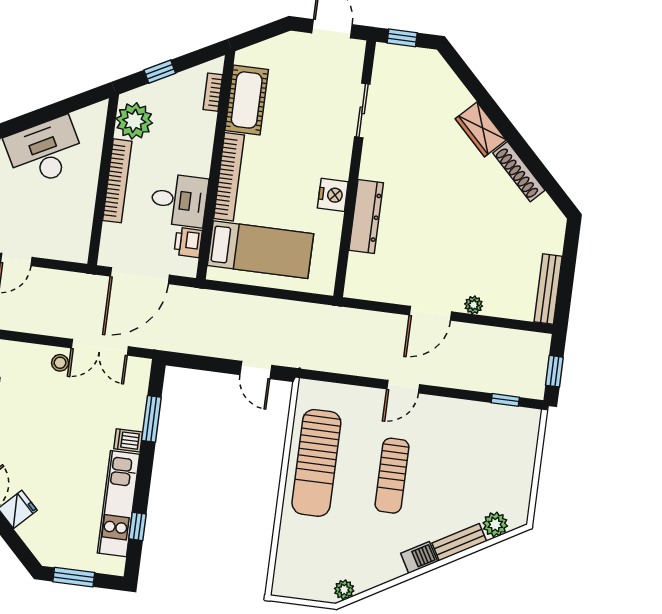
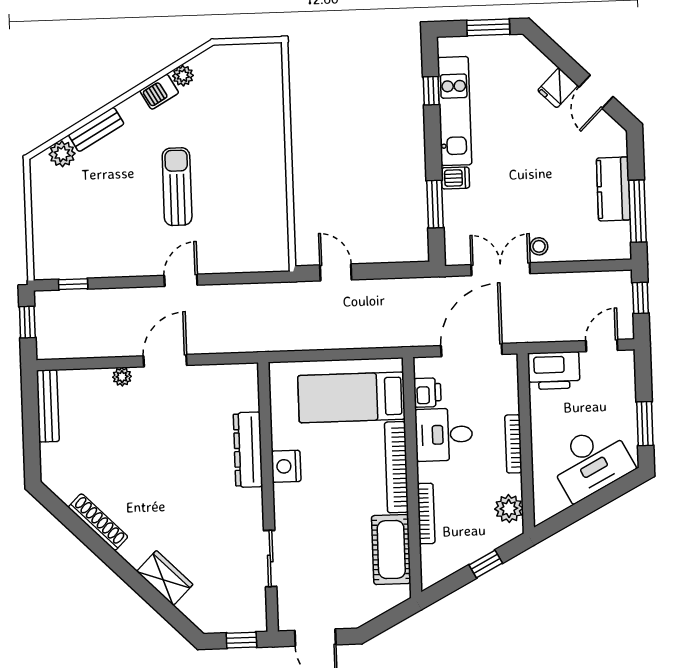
bookcase: (213, 92) -> (426, 513), moved, width x1.56
plant: (134, 121) -> (509, 509), width x0.73, depth x0.73
wardrobe: (481, 129) -> (165, 578), moved
bookcase: (117, 181) -> (513, 444), width x0.68, depth x0.76
printer: (65, 243) -> (554, 371), added
sun lounger: (316, 463) -> (257, 187), removed
barbecue: (419, 557) -> (159, 92), moved
plant: (344, 590) -> (183, 76), moved

